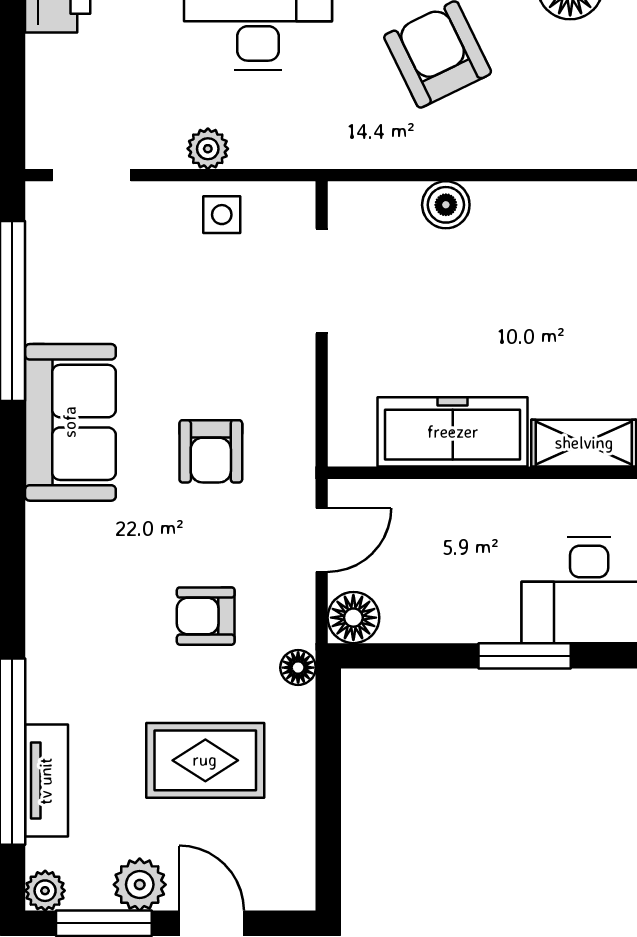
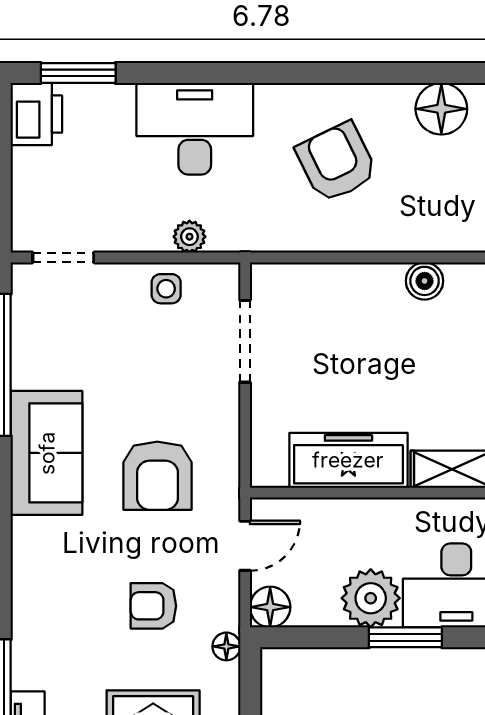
plant: (208, 149) -> (189, 237), moved
boiler: (446, 205) -> (425, 281), moved
armchair: (211, 451) -> (157, 476), width x1.38, depth x1.38
plant: (481, 606) -> (371, 598), added

